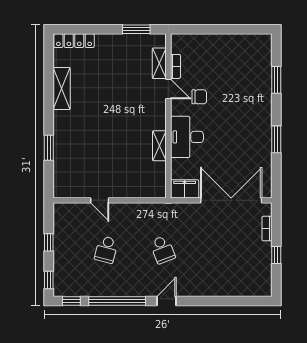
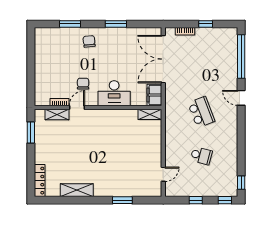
chair: (254, 105) -> (89, 41), added
shelving: (159, 146) -> (150, 114), moved
door: (100, 200) -> (163, 174), moved
school desk: (163, 250) -> (201, 112), width x1.85
window: (117, 301) -> (241, 56), moved
door: (167, 301) -> (241, 98), moved

